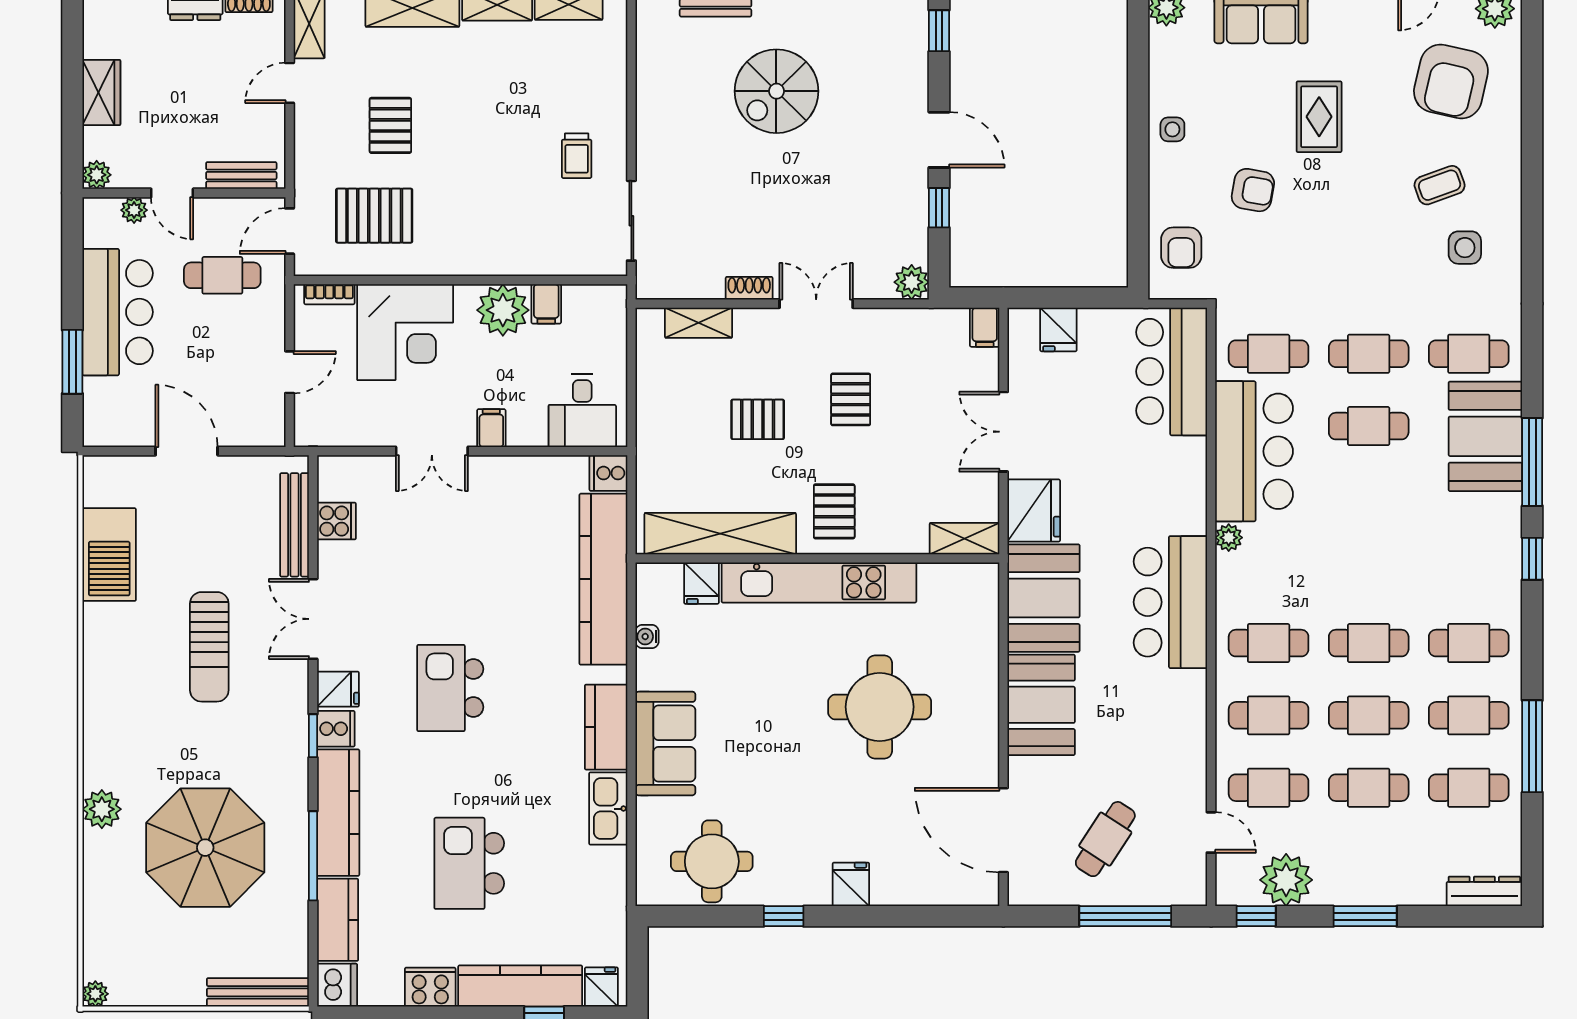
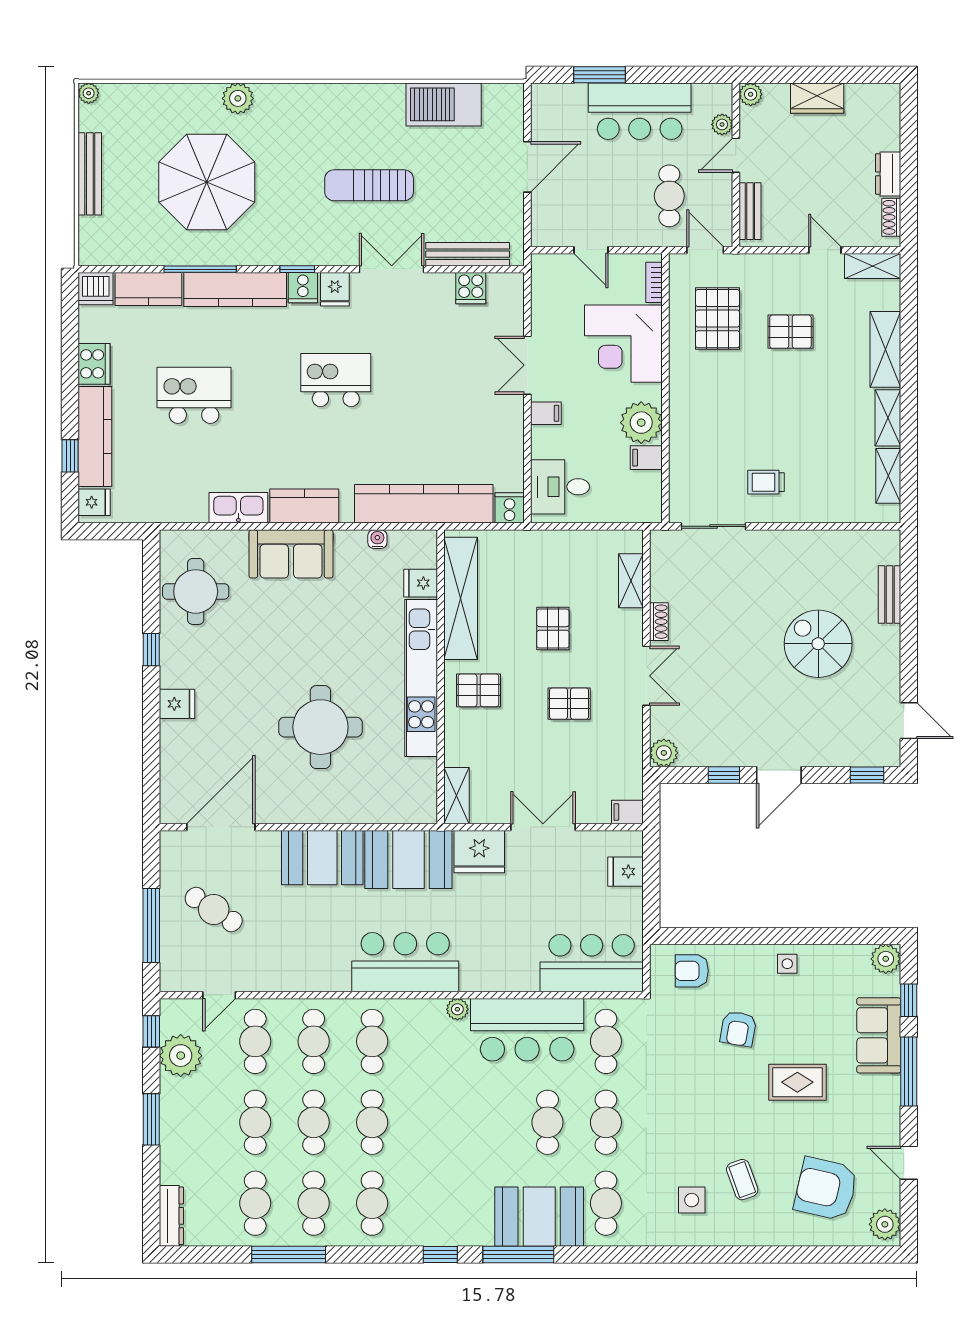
bench: (258, 992) -> (90, 174), moved

